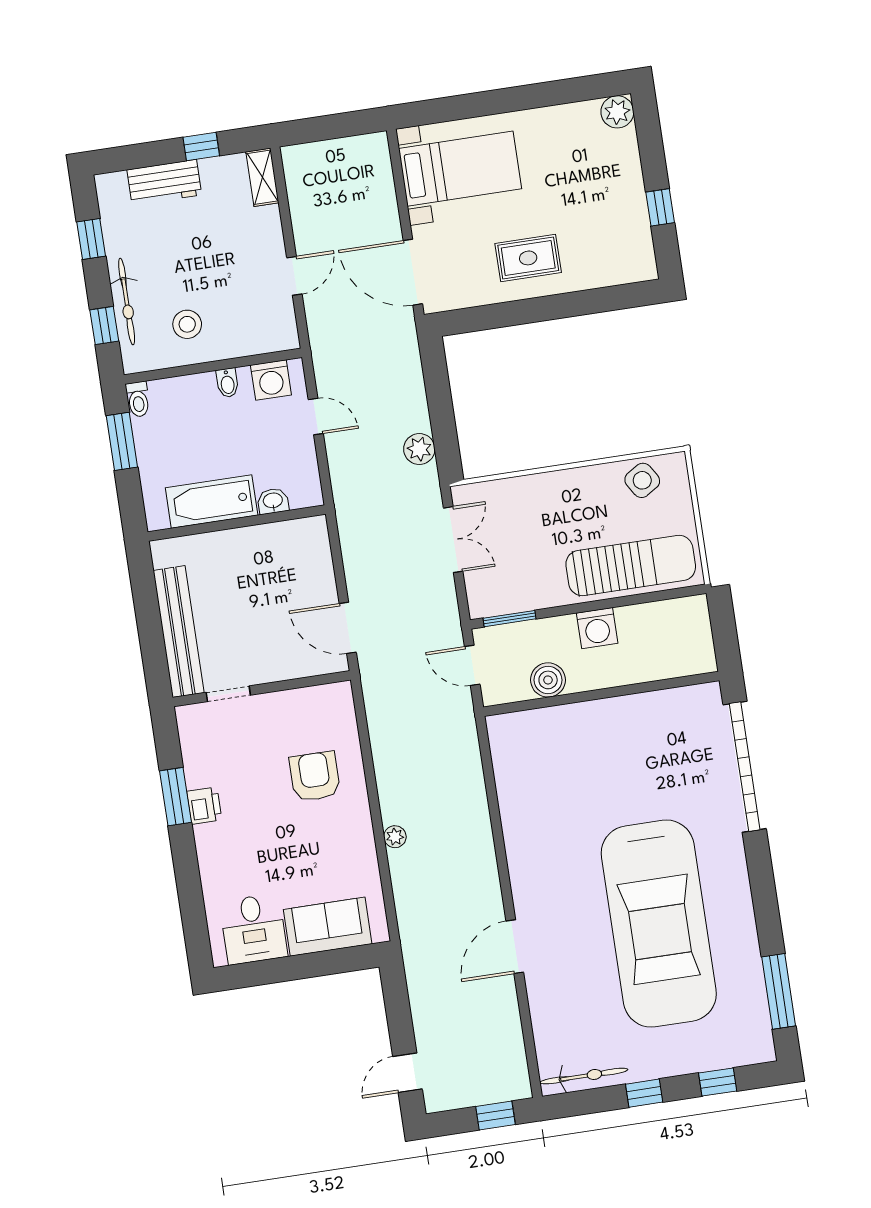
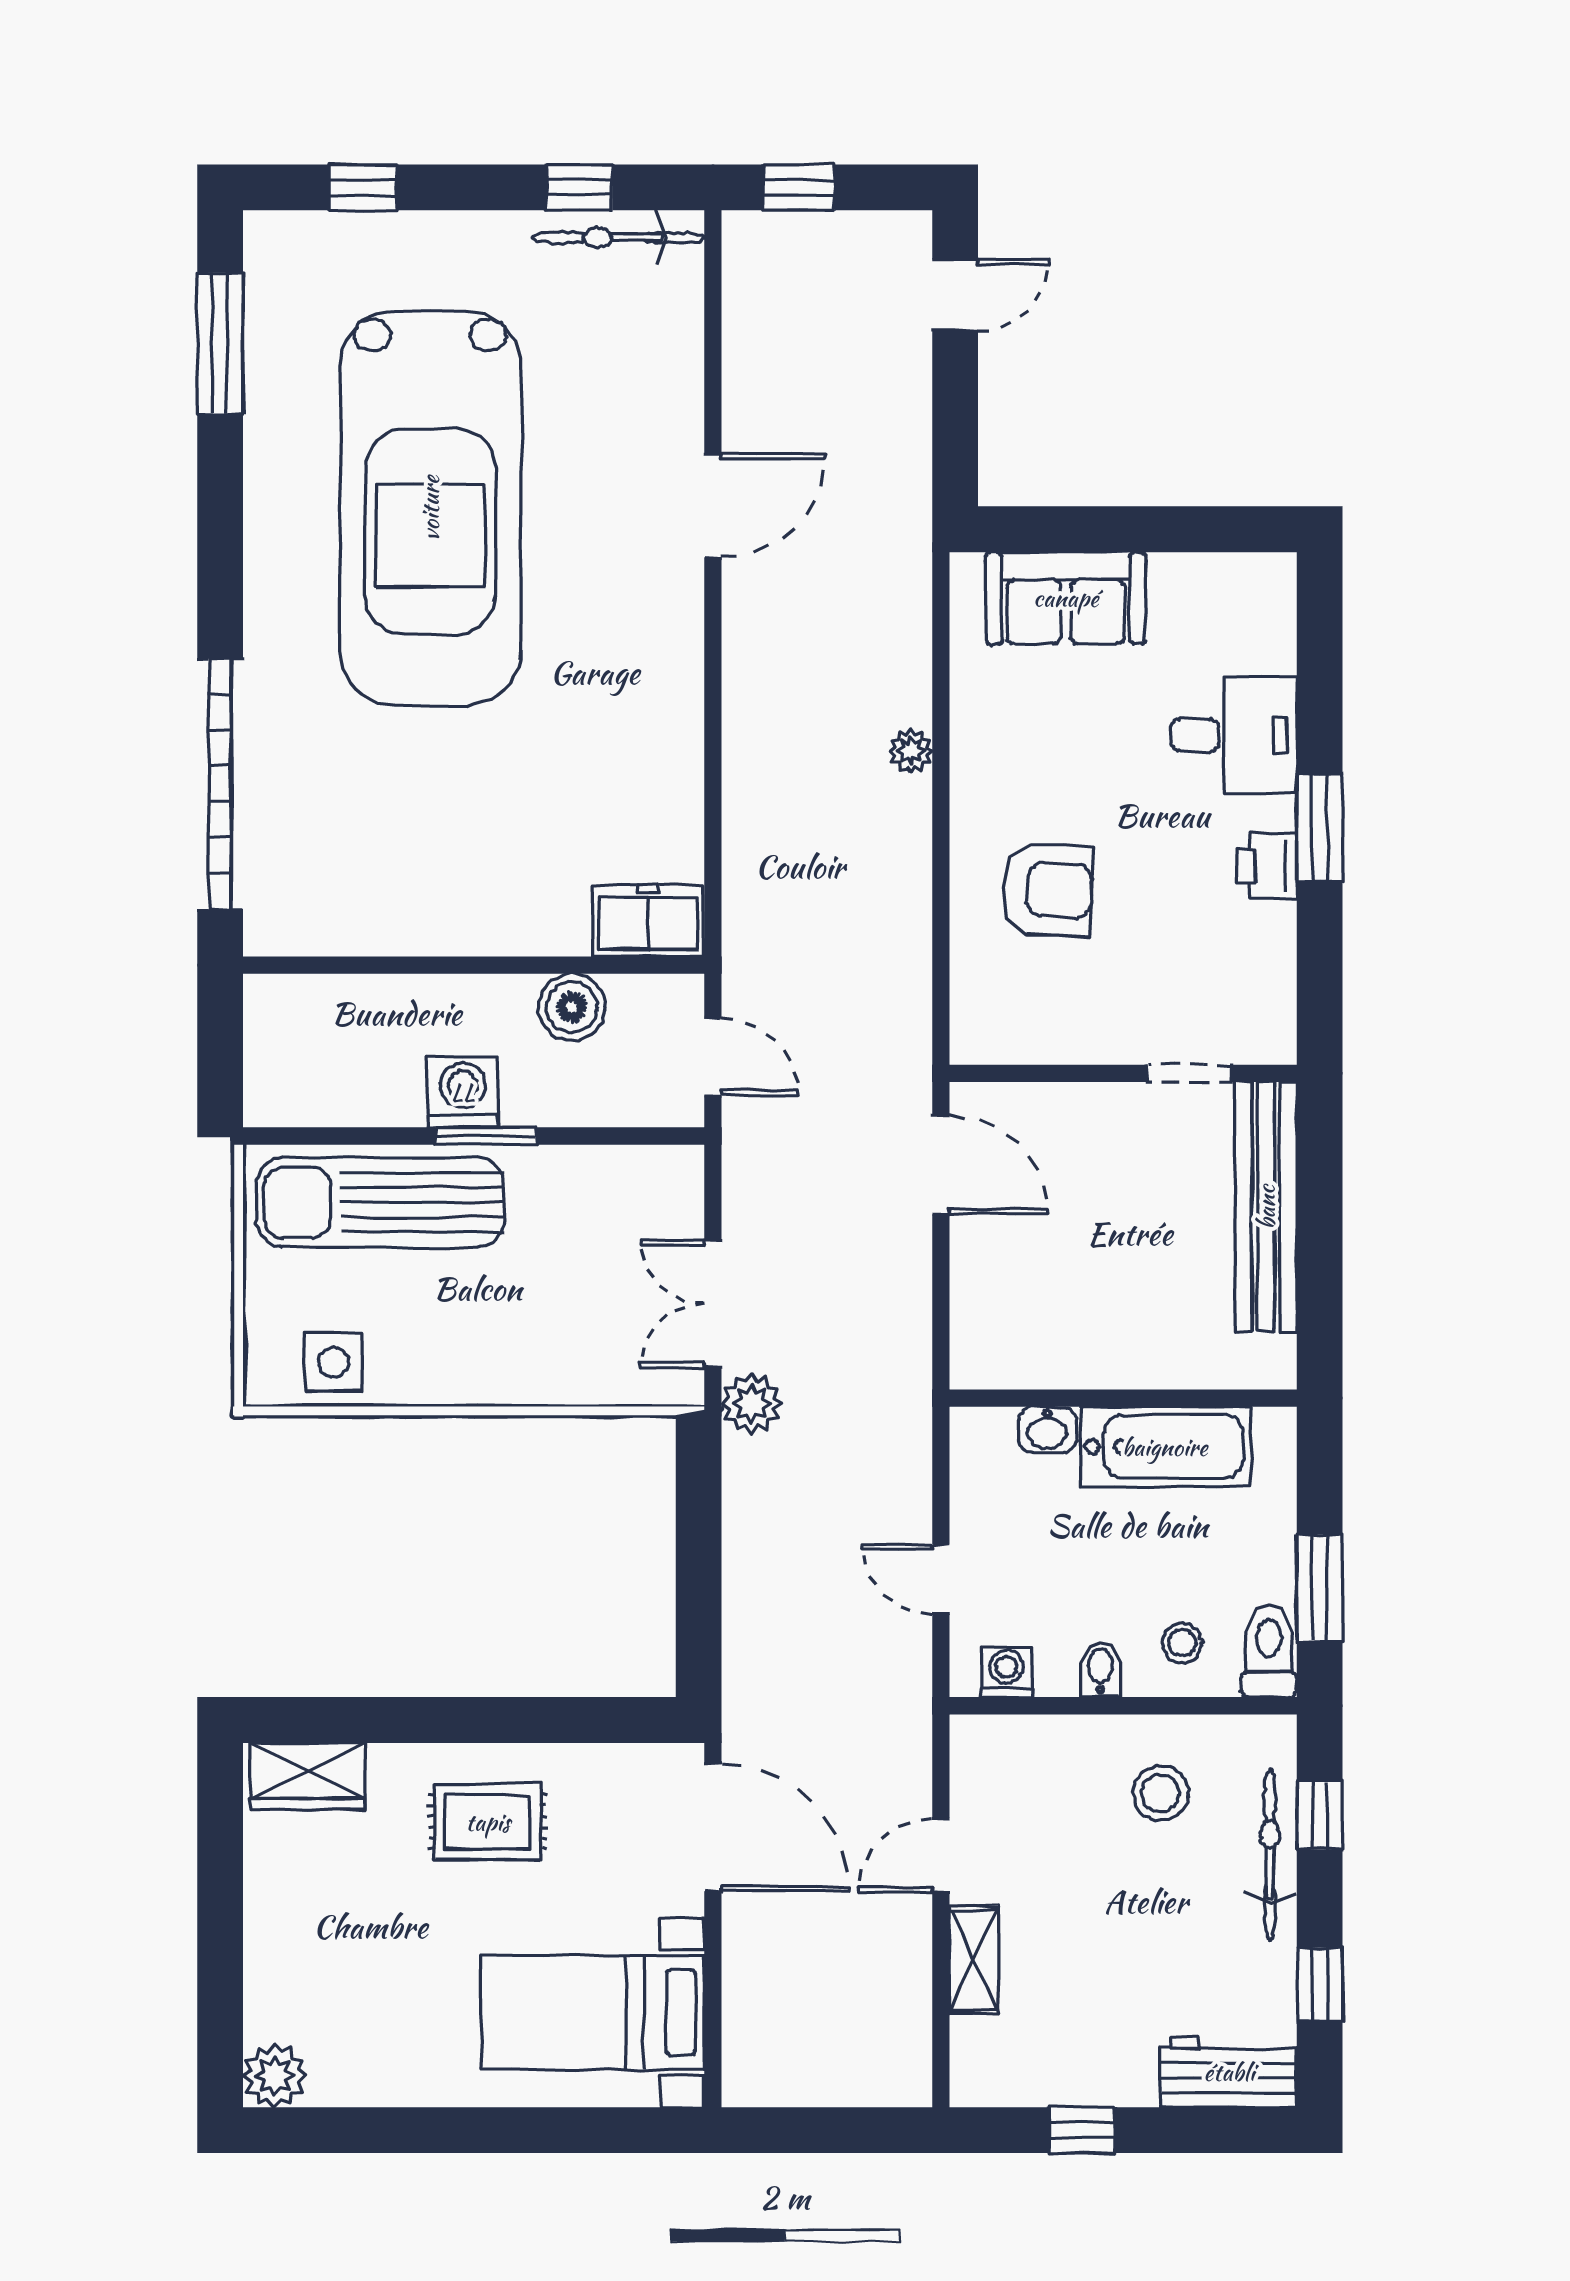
shelving: (262, 177) -> (974, 1960), moved
workbench: (164, 182) -> (1229, 2072), moved
window: (660, 207) -> (220, 1880), removed
wardrobe: (623, 267) -> (308, 1776), added
washing machine: (271, 380) -> (1006, 1672), width x0.73, depth x0.73
toilet: (138, 399) -> (1269, 1651), width x1.37, depth x1.39
stool: (188, 403) -> (1182, 1643), added
plant: (419, 449) -> (752, 1404), moved
side table: (642, 480) -> (333, 1362), turned 32
window: (510, 619) -> (486, 1136), moved
freezer: (516, 730) -> (648, 921), added
armchair: (315, 776) -> (1047, 890), turned -87
window: (175, 797) -> (1320, 828), moved
car: (659, 924) -> (430, 508), turned 180
desk: (254, 929) -> (1234, 735), moved, turned 90
window: (644, 1093) -> (579, 187), moved

